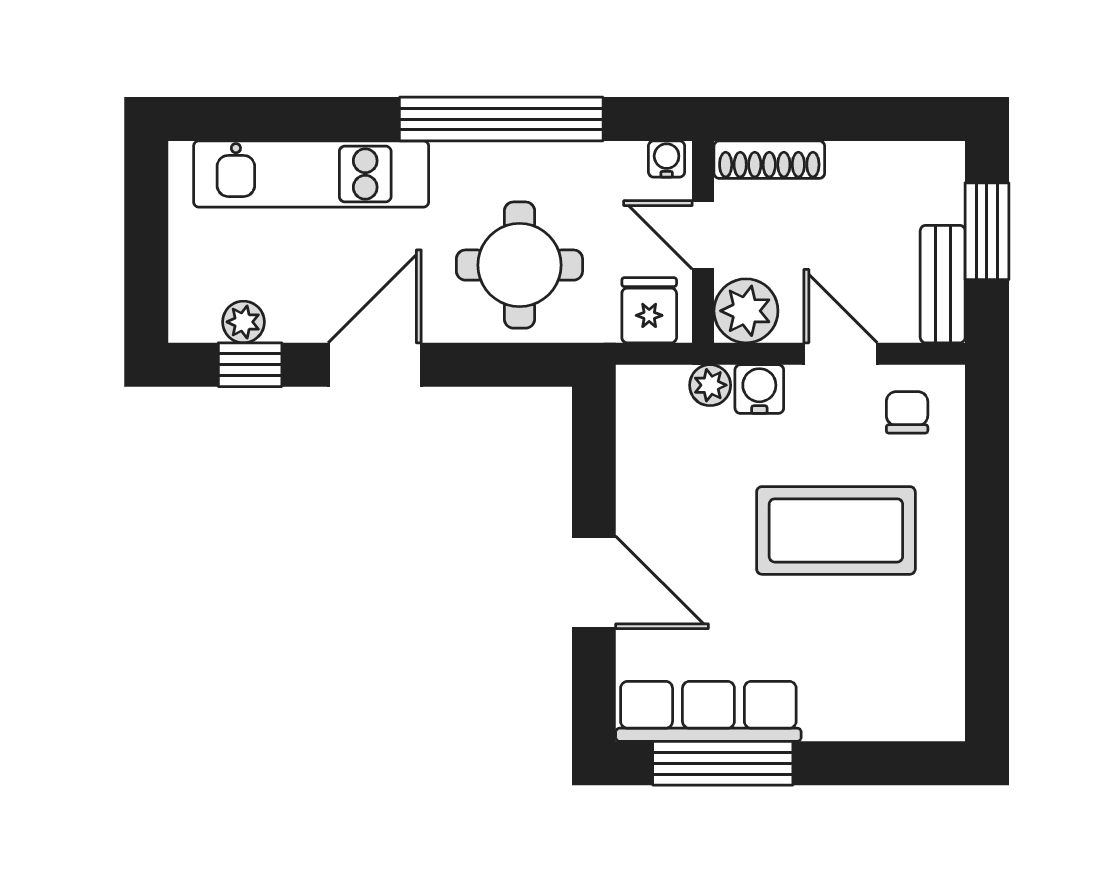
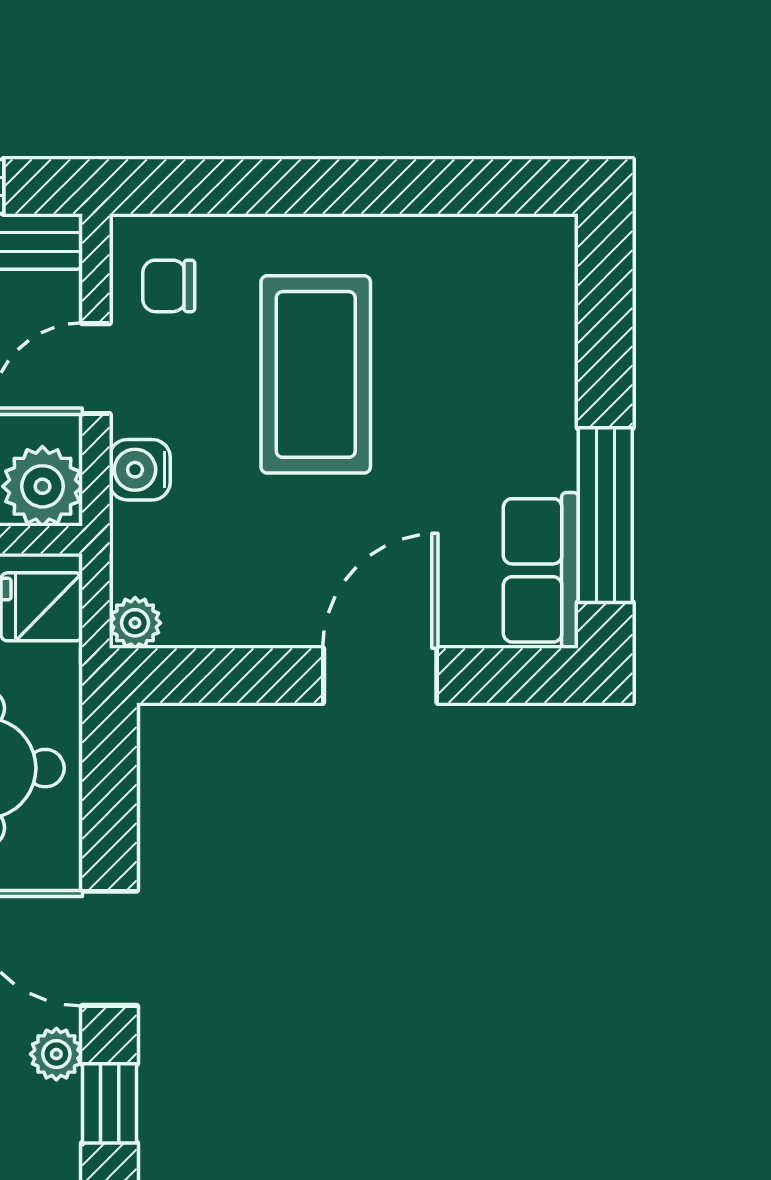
plant: (243, 322) -> (56, 1054), moved
plant: (710, 385) -> (135, 623), moved
row of seats: (708, 711) -> (541, 570), width x0.68

